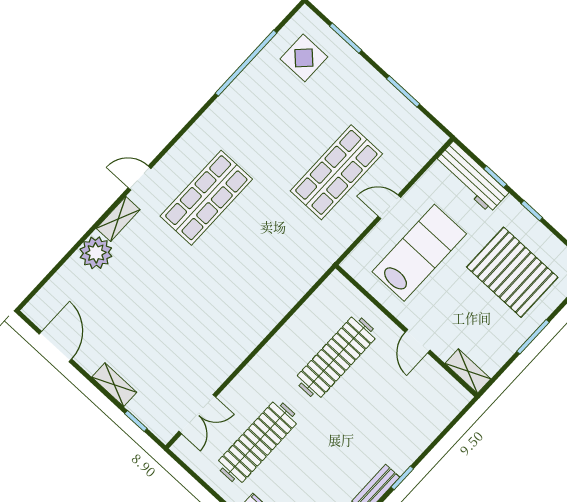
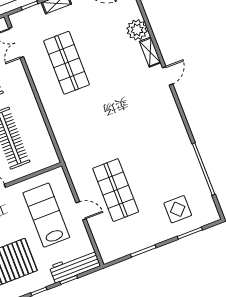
display table: (304, 58) -> (178, 209), moved
shop shelf: (206, 198) -> (67, 63), moved
door: (389, 207) -> (81, 211), hinge flipped
lab bench: (419, 253) -> (46, 215), turned 180

